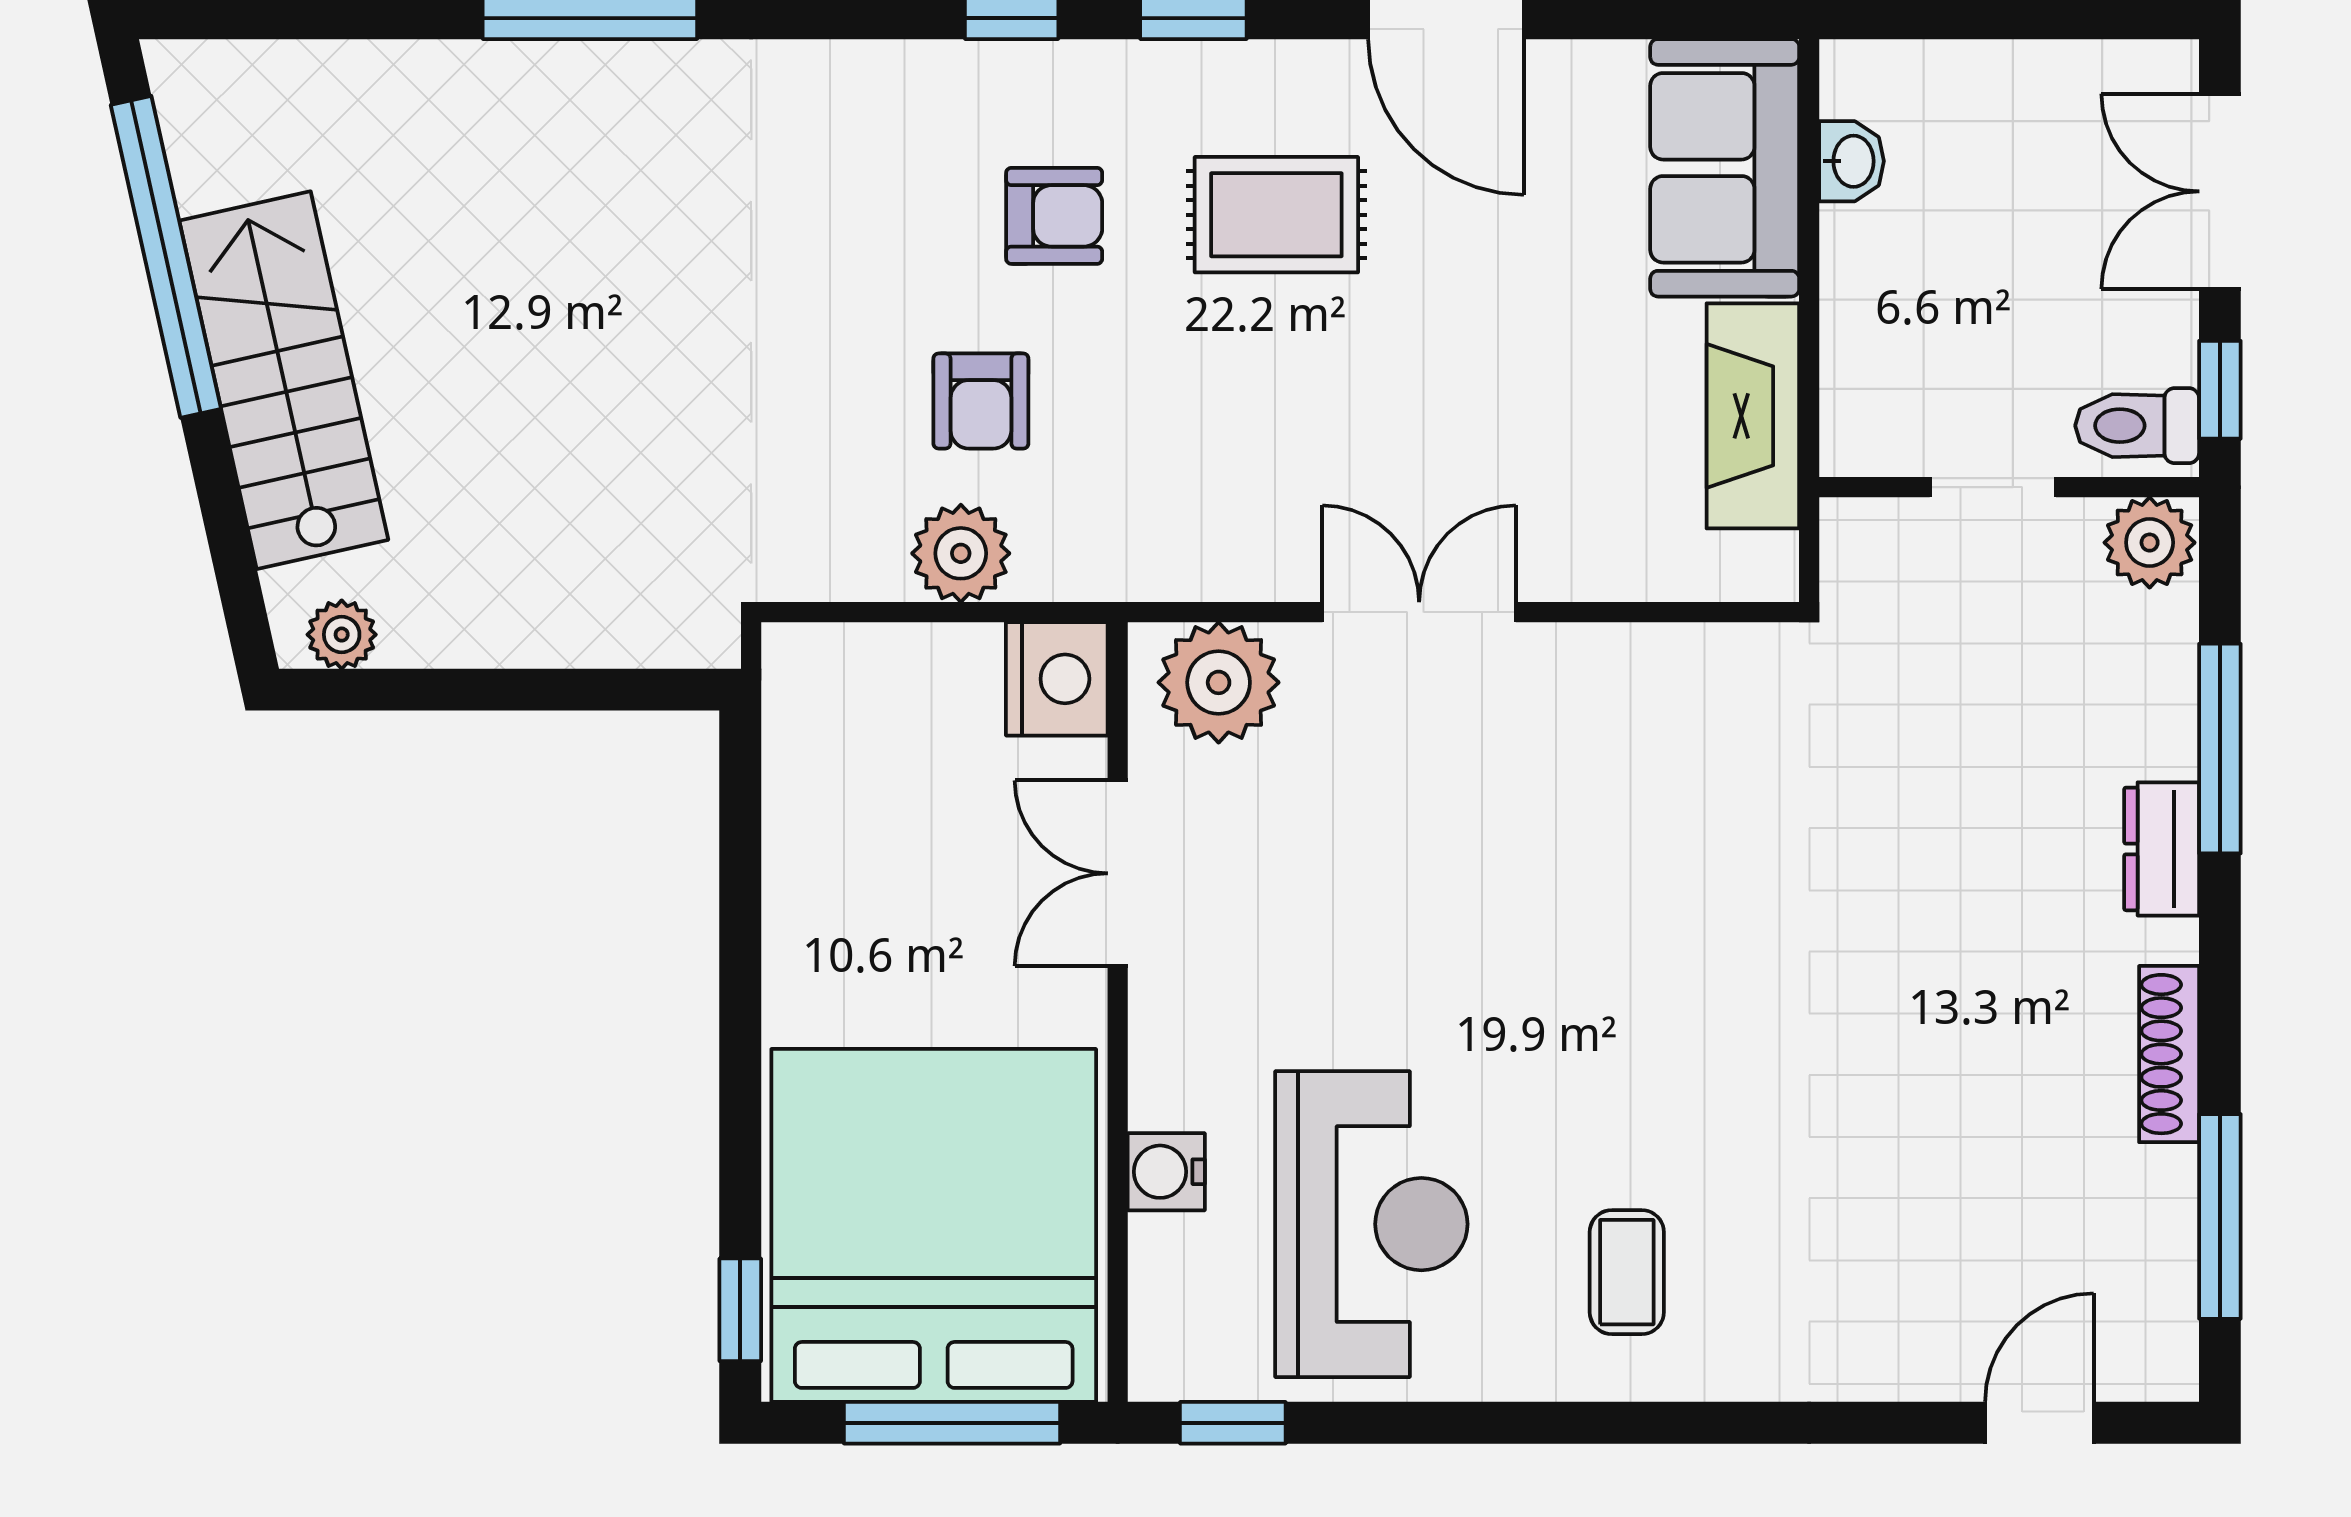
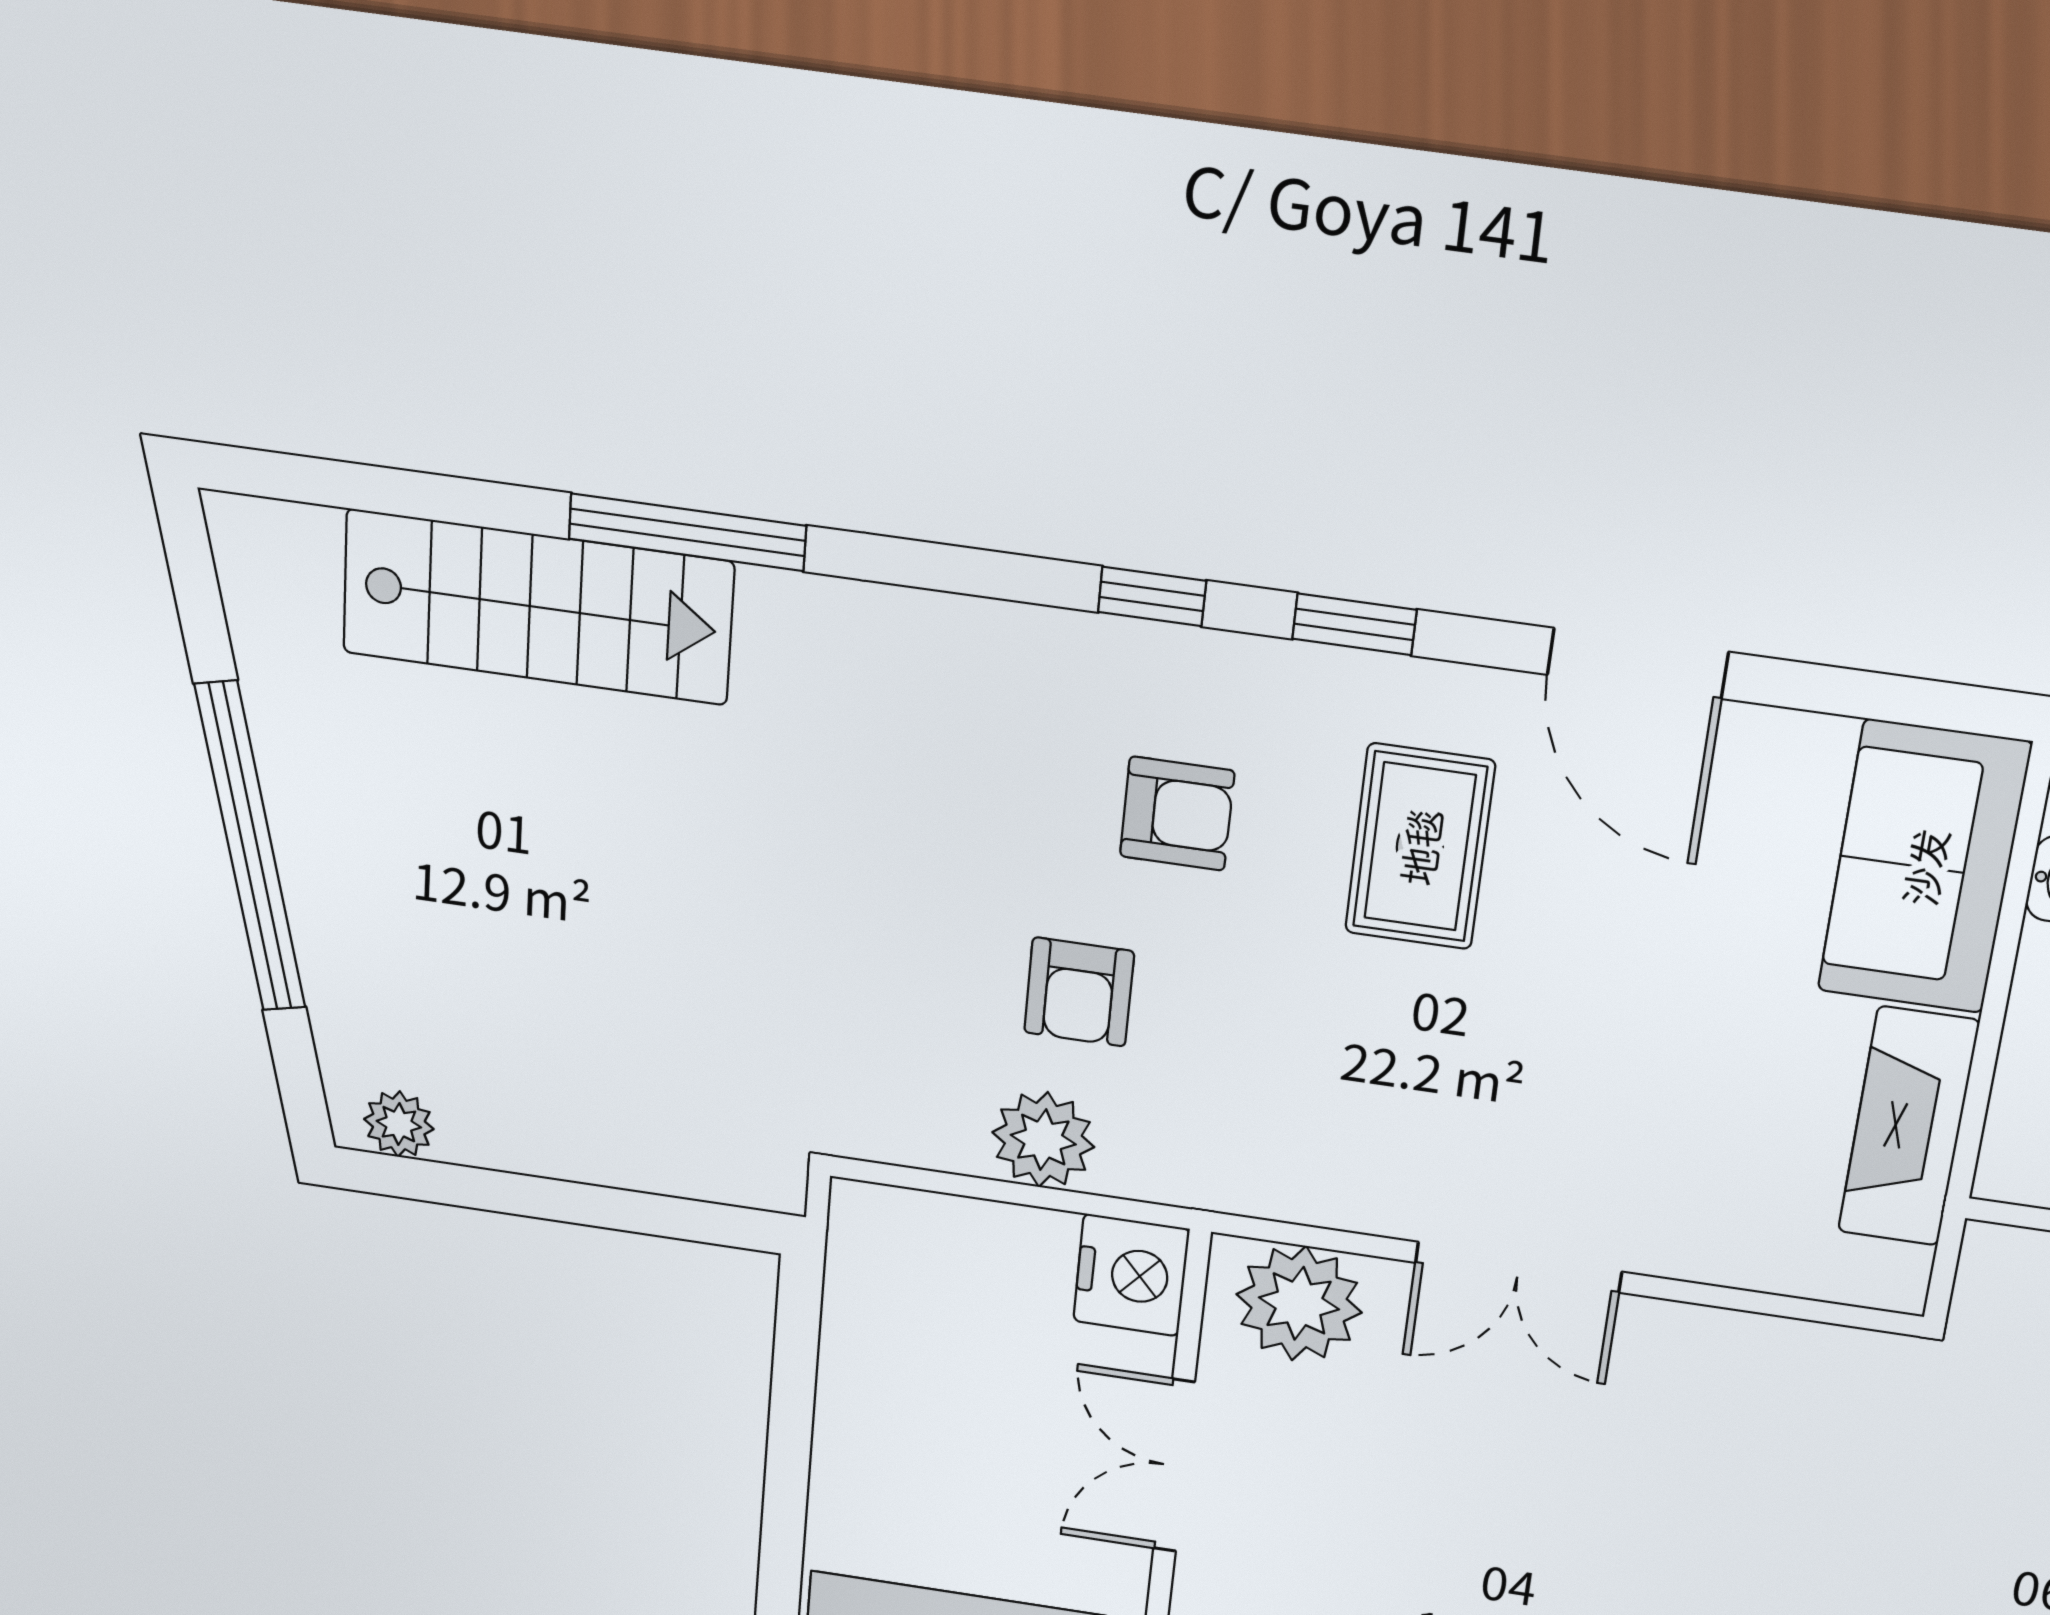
rug: (1276, 215) -> (1420, 847), turned 90
window: (166, 257) -> (250, 848), moved
stairs: (284, 380) -> (537, 607), moved, turned 103
double door: (1419, 612) -> (1518, 1267), swing flipped

